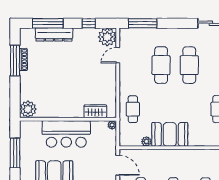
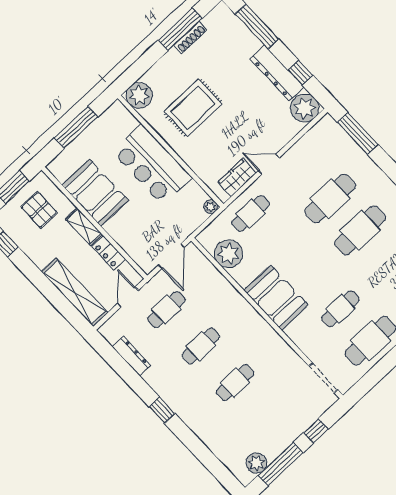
dresser: (54, 34) -> (277, 73), moved
door: (118, 55) -> (269, 164), moved
rug: (58, 89) -> (193, 108), added
wardrobe: (95, 111) -> (237, 178), moved, turned -90
booth: (170, 134) -> (276, 298), moved
plant: (146, 142) -> (229, 254), width x1.88, depth x1.88

